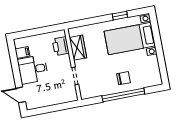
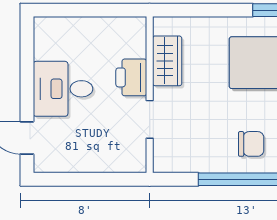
printer: (61, 46) -> (131, 77), moved
filing cabinet: (22, 52) -> (48, 49), removed

